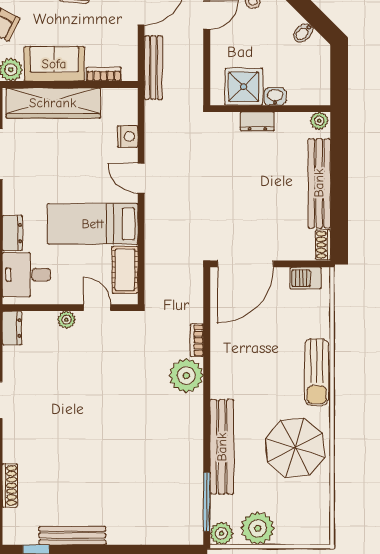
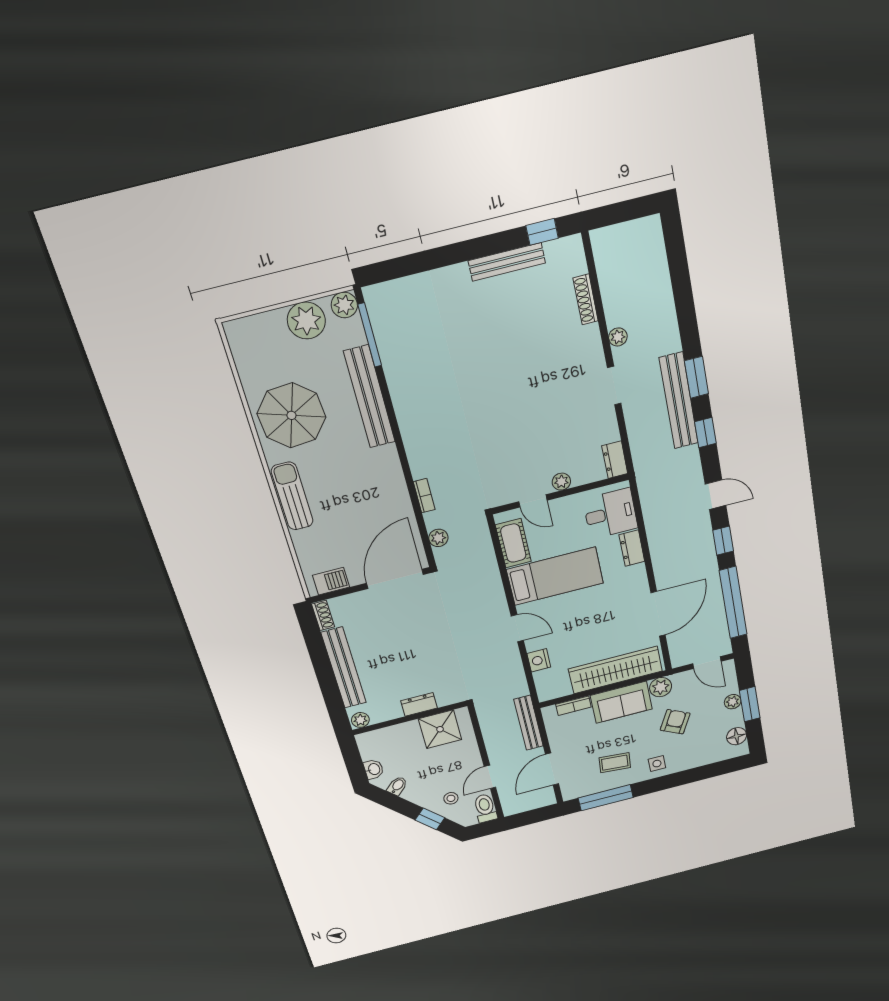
washbasin: (275, 96) -> (374, 769), moved, turned -90
plant: (186, 376) -> (438, 538), moved, width x0.53, depth x0.53

